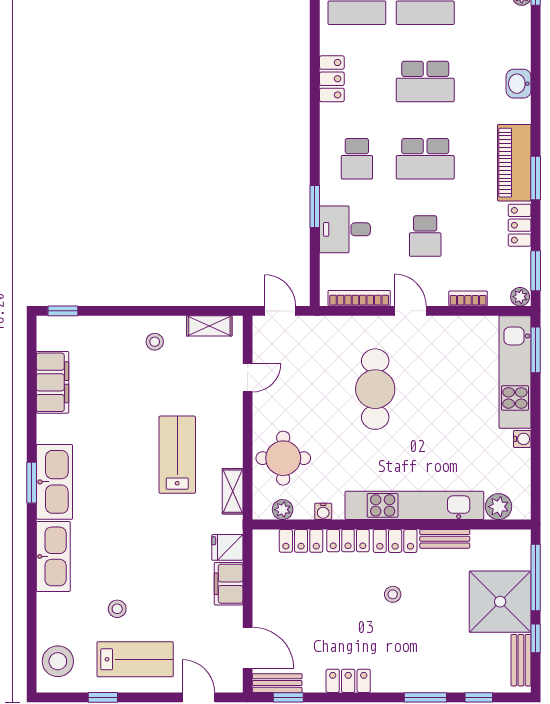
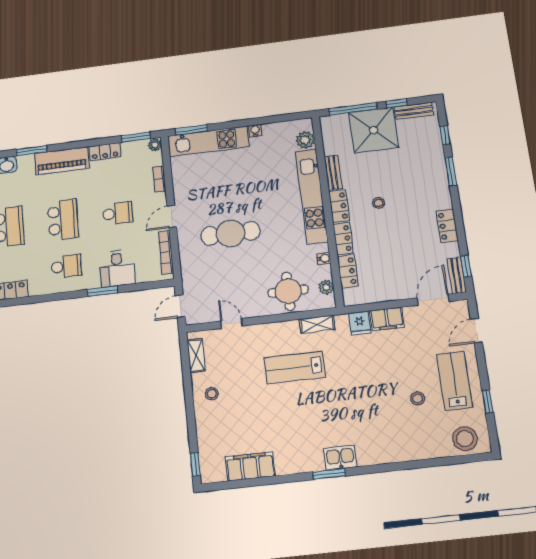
window: (536, 178) -> (32, 151), moved
kitchen sink: (54, 482) -> (340, 458), width x0.53, depth x0.81
kitchen sink: (53, 556) -> (384, 451), removed

